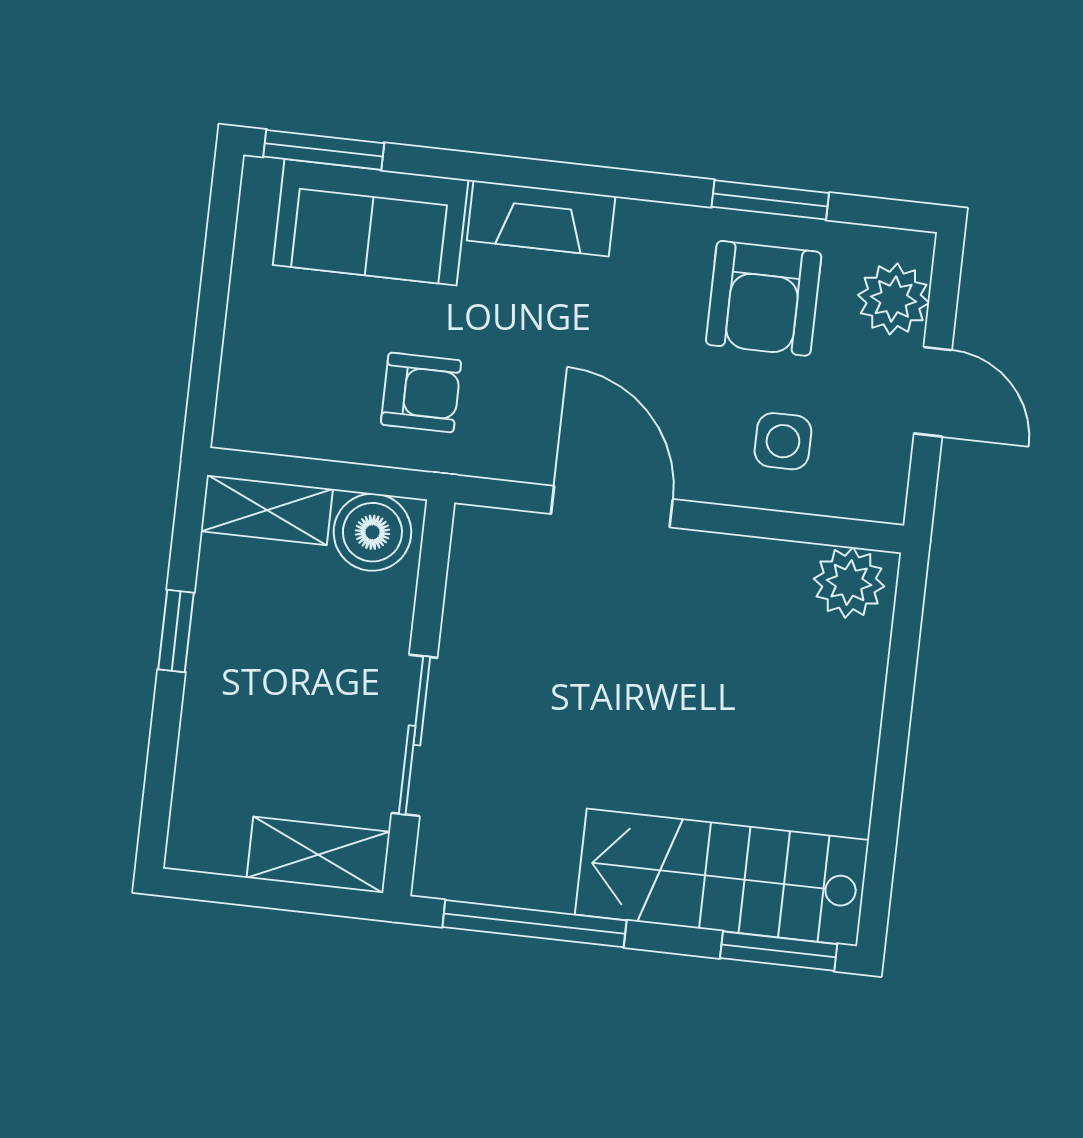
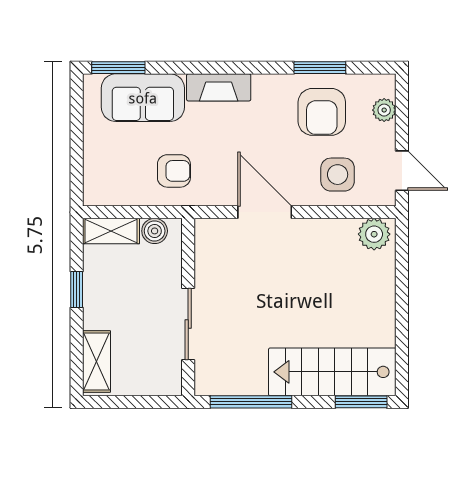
plant: (894, 299) -> (384, 110), width x0.73, depth x0.73
door: (933, 392) -> (402, 171), moved
side table: (783, 441) -> (338, 175), width x1.37, depth x1.37
boiler: (372, 532) -> (155, 231), width x0.73, depth x0.73
shelving: (318, 855) -> (97, 361), moved, turned 90

